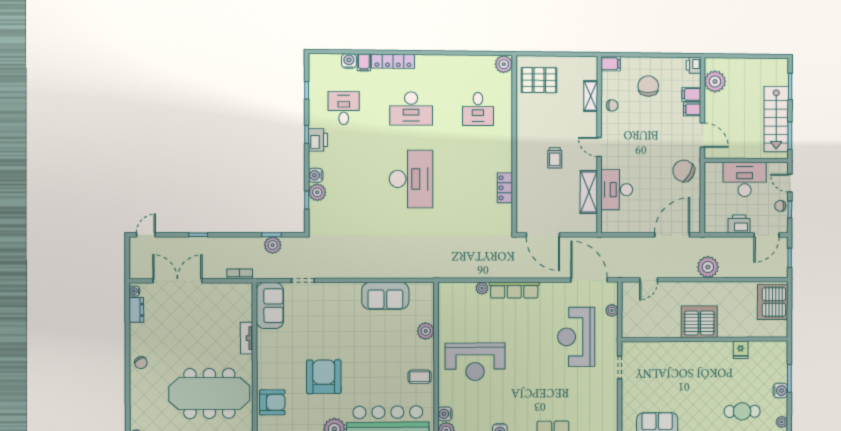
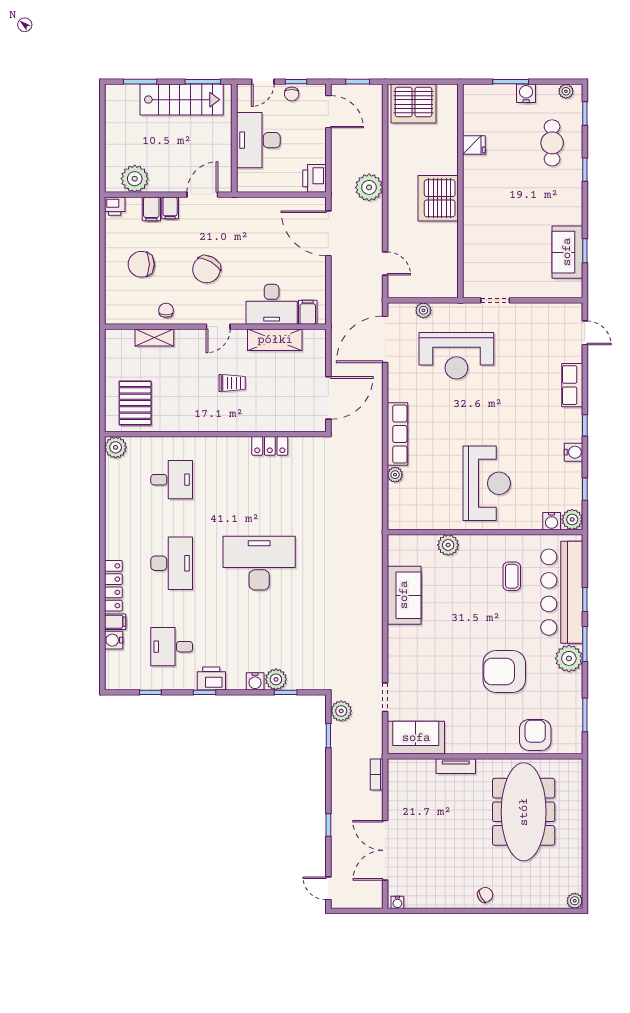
filing cabinet: (611, 64) -> (308, 312), moved
chair: (684, 171) -> (206, 269), moved
printer: (739, 224) -> (315, 178), moved
plant: (273, 245) -> (341, 711), moved
dresser: (136, 310) -> (420, 900), removed
coffee table: (420, 377) -> (512, 576), moved

